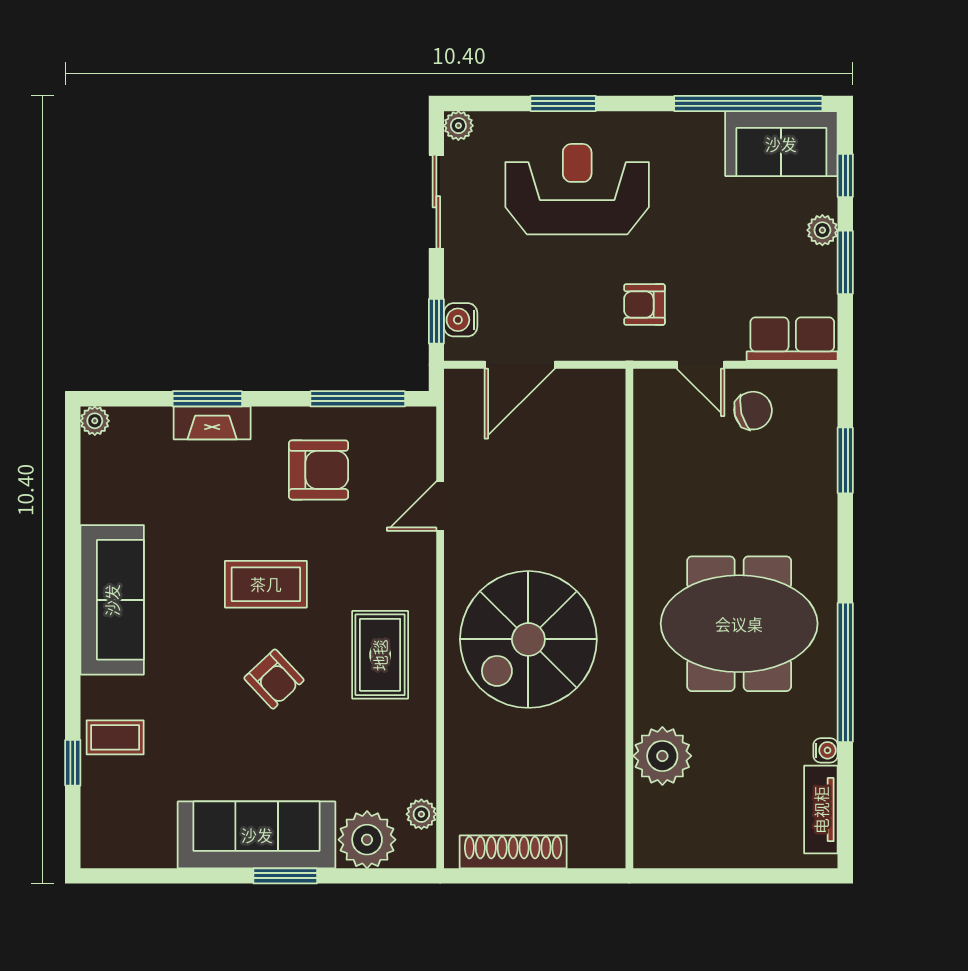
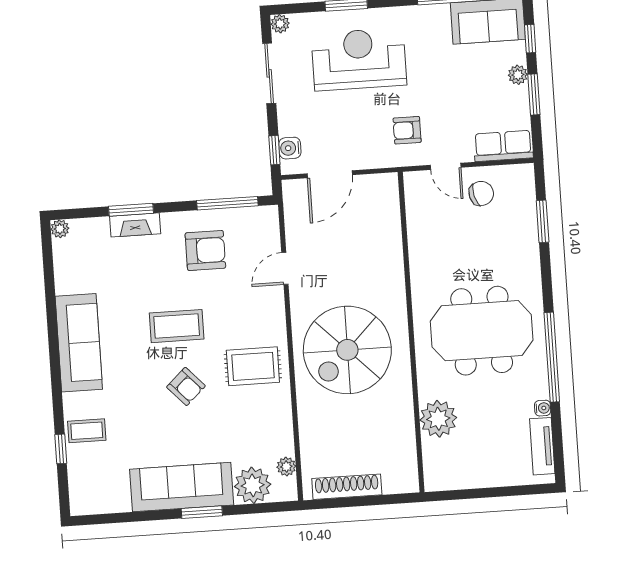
rug: (380, 655) -> (253, 366), turned 90

